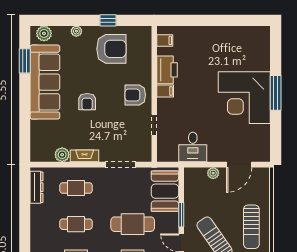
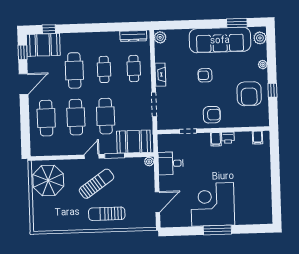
printer: (167, 70) -> (228, 138), width x0.53, depth x0.68
armchair: (135, 95) -> (212, 115), turned 90
plant: (62, 155) -> (160, 37), moved
door: (239, 165) -> (157, 202), swing flipped
plant: (213, 173) -> (149, 162), moved

